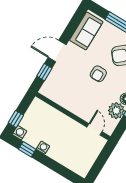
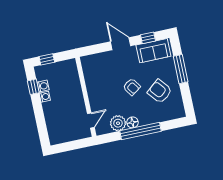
window: (44, 72) -> (148, 38), moved
armchair: (98, 74) -> (132, 87), turned -125
washing machine: (19, 133) -> (43, 86), moved

